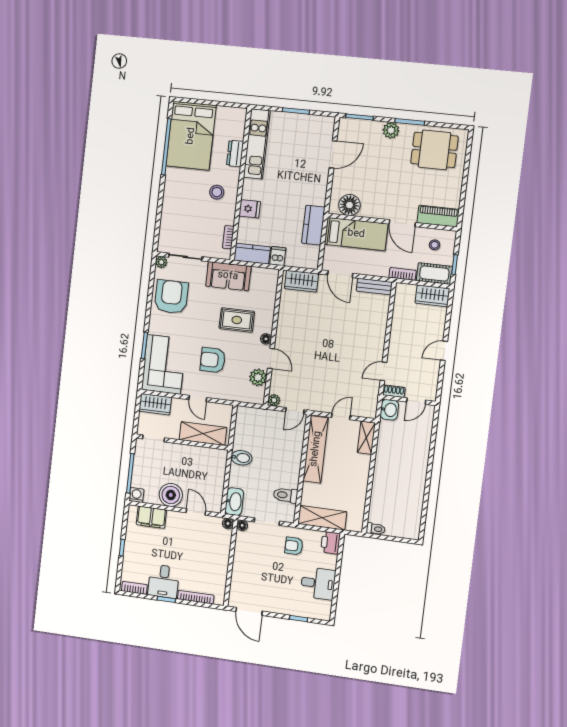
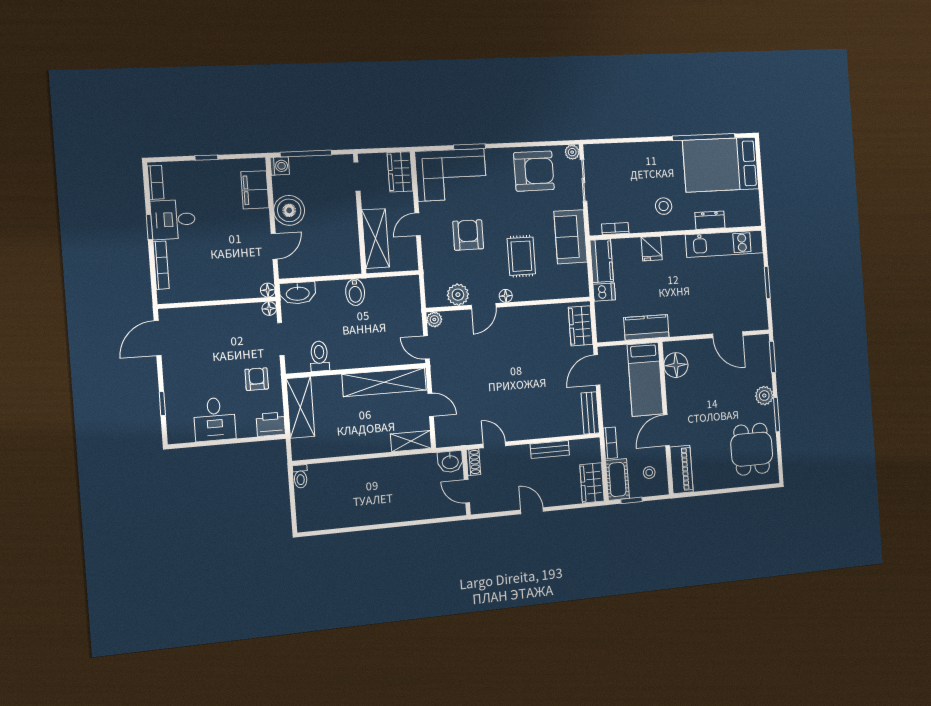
bench: (397, 326) -> (550, 449), added

